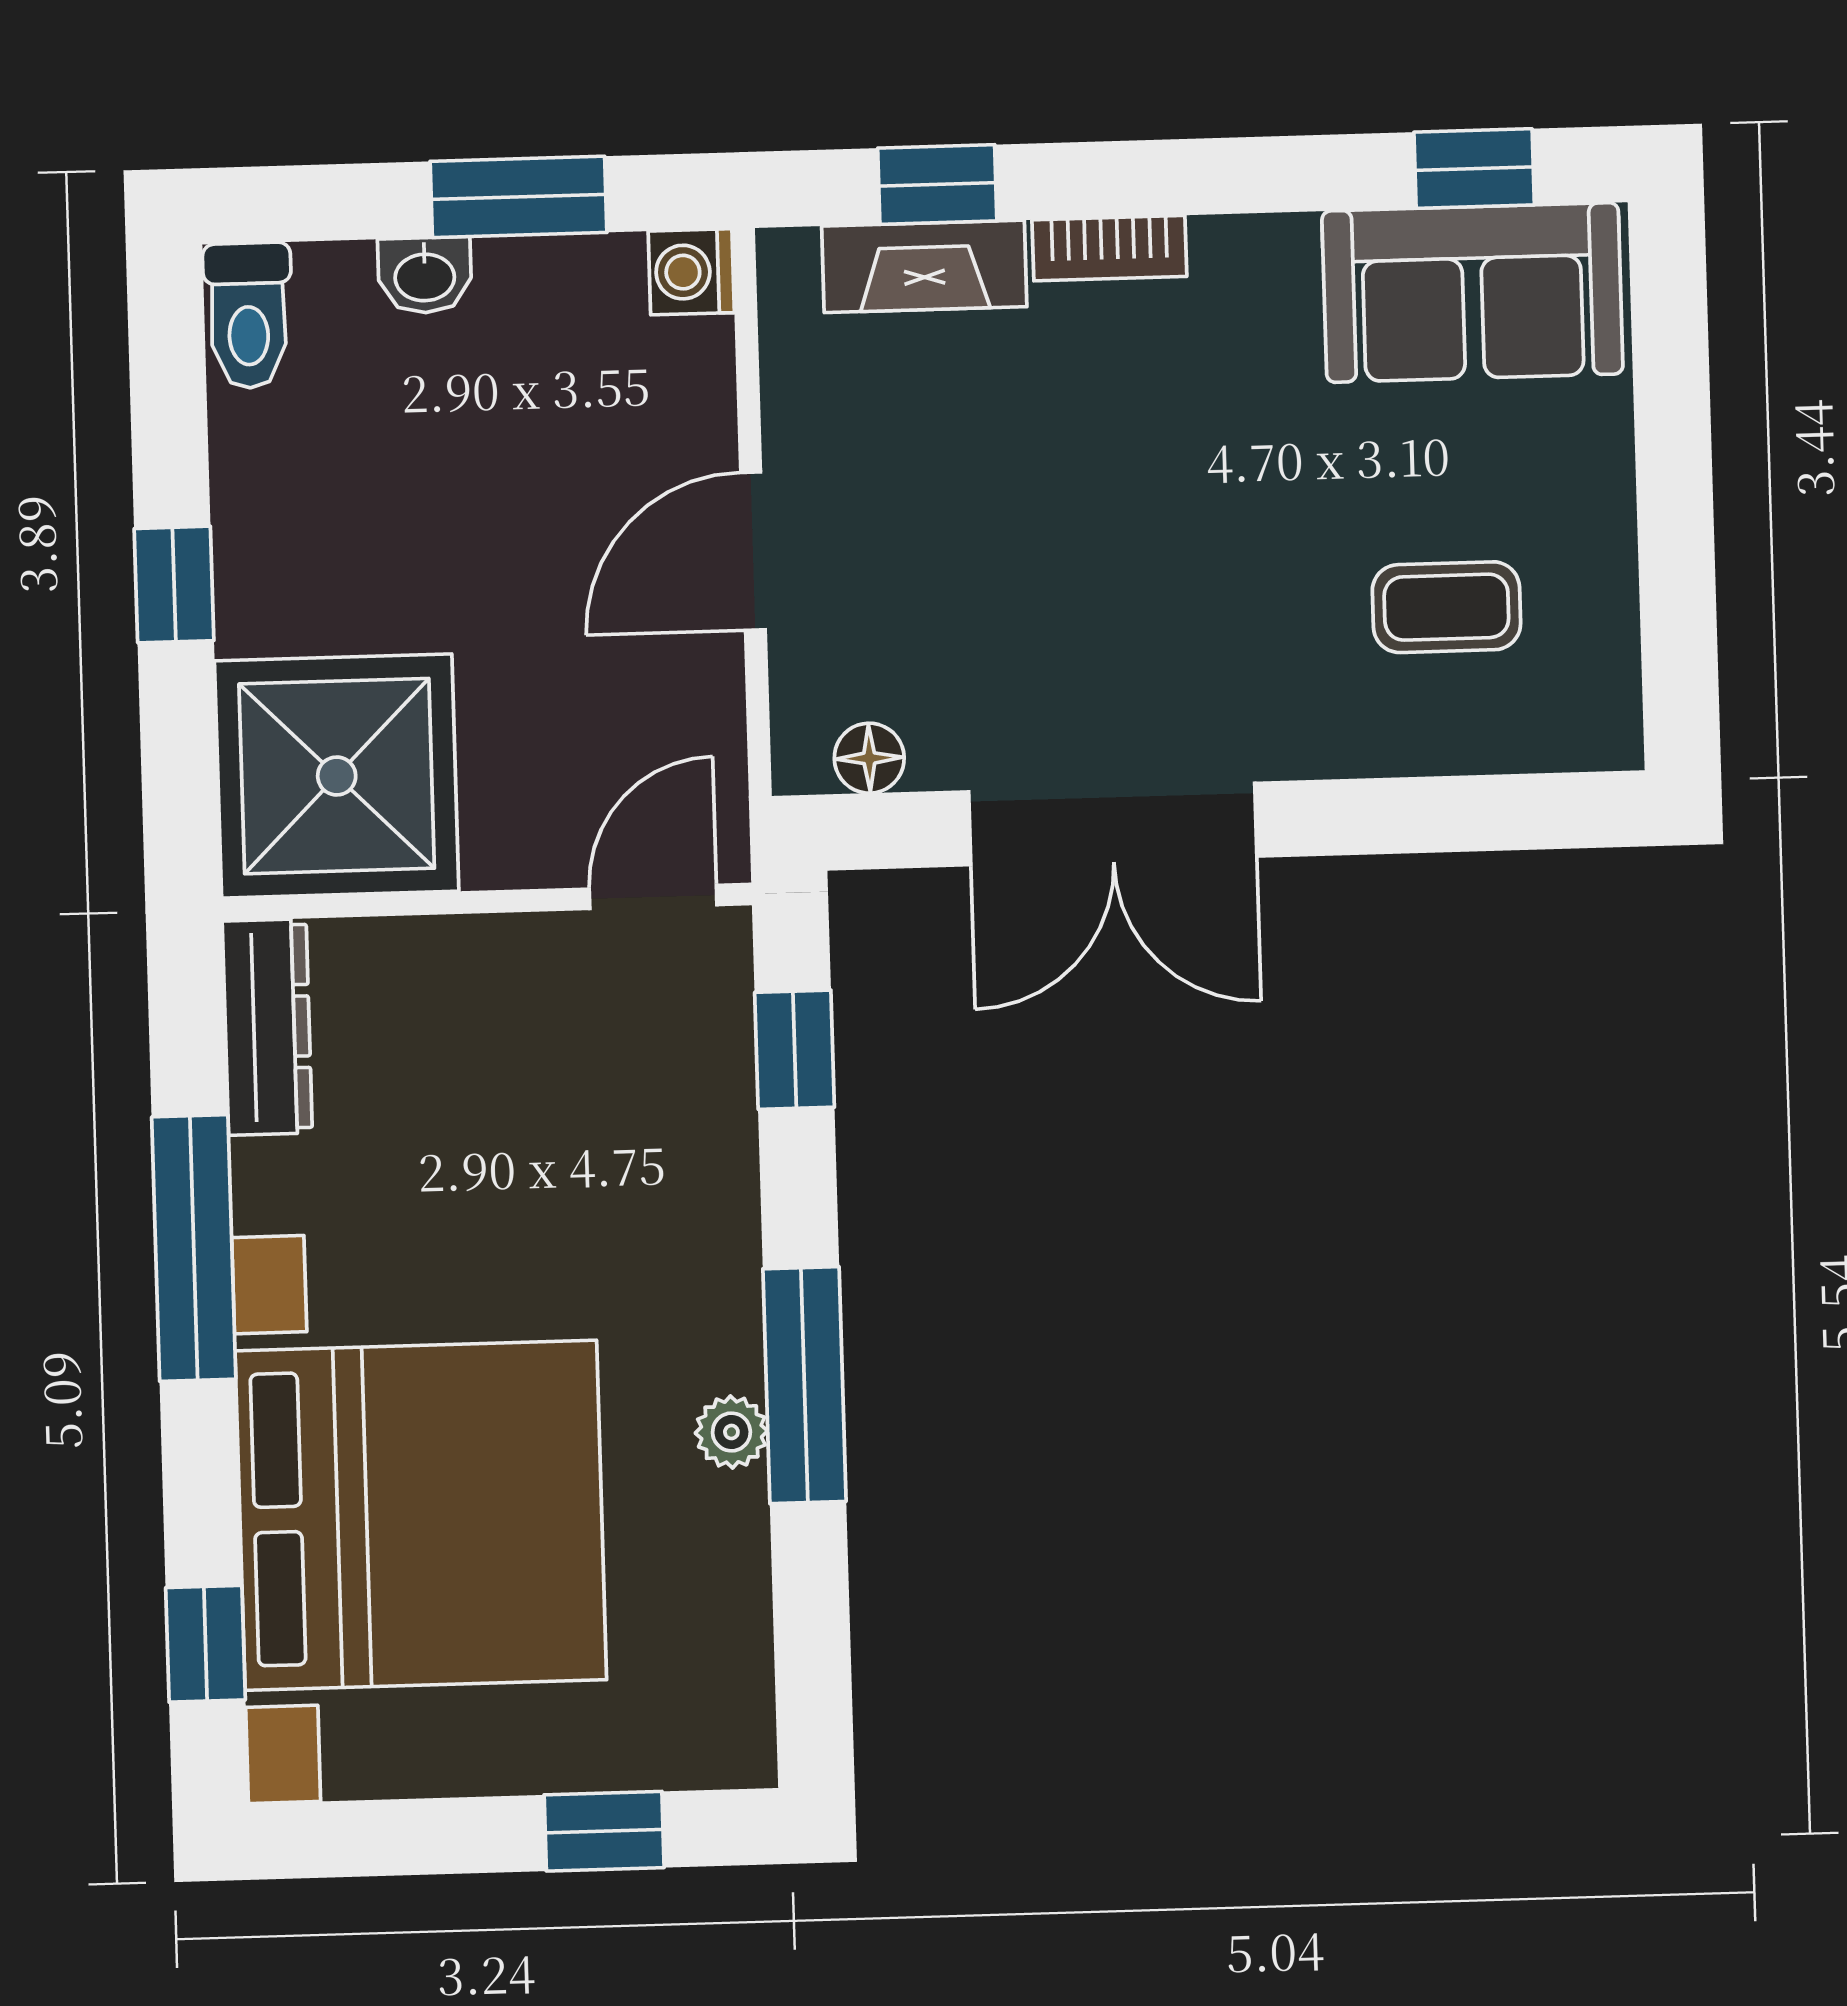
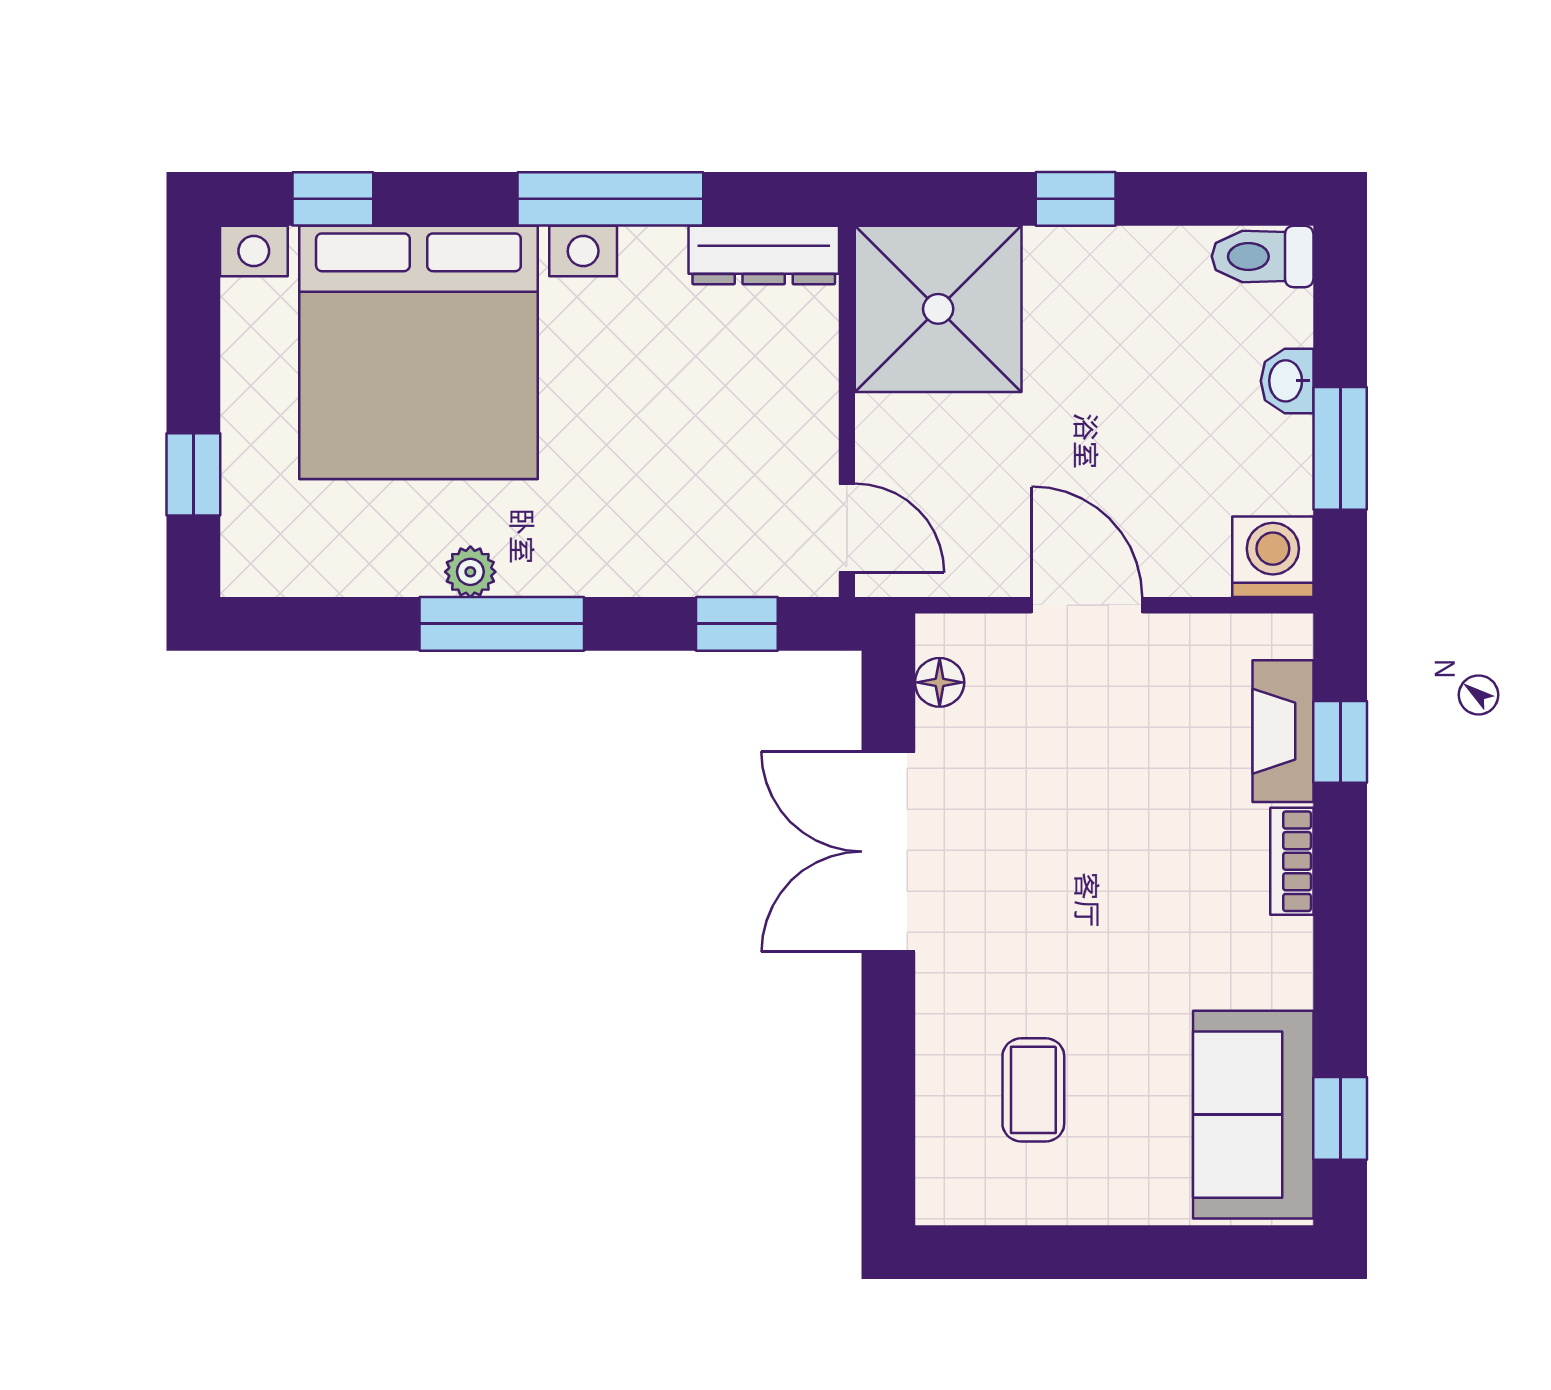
washing machine: (691, 272) -> (1273, 557), width x1.38, depth x1.38

